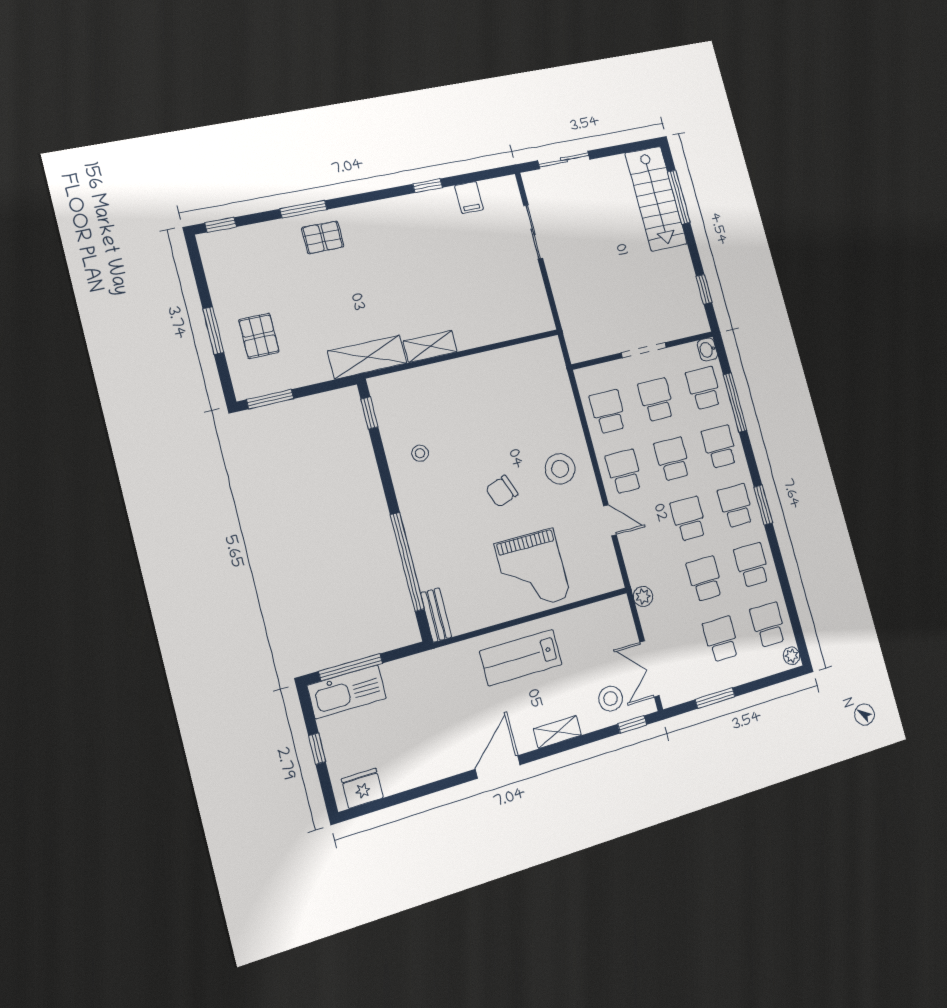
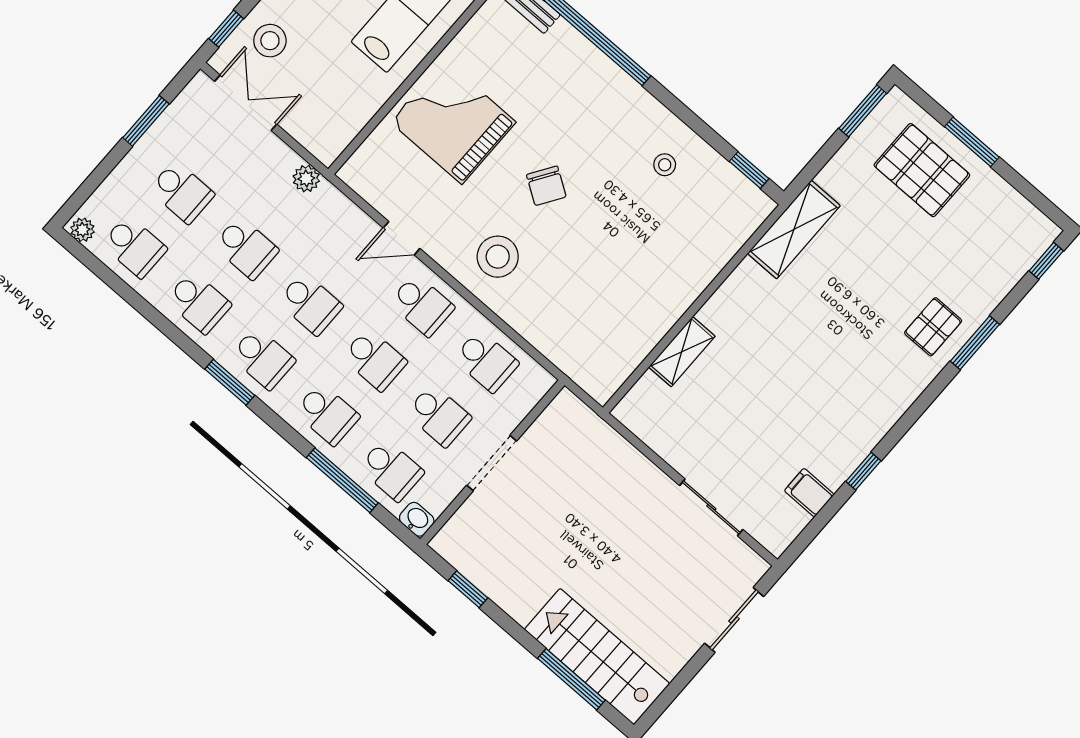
pallet: (259, 336) -> (922, 170), width x1.50, depth x1.42
shelving: (430, 346) -> (682, 352), moved
chair: (502, 491) -> (546, 186), turned 143

